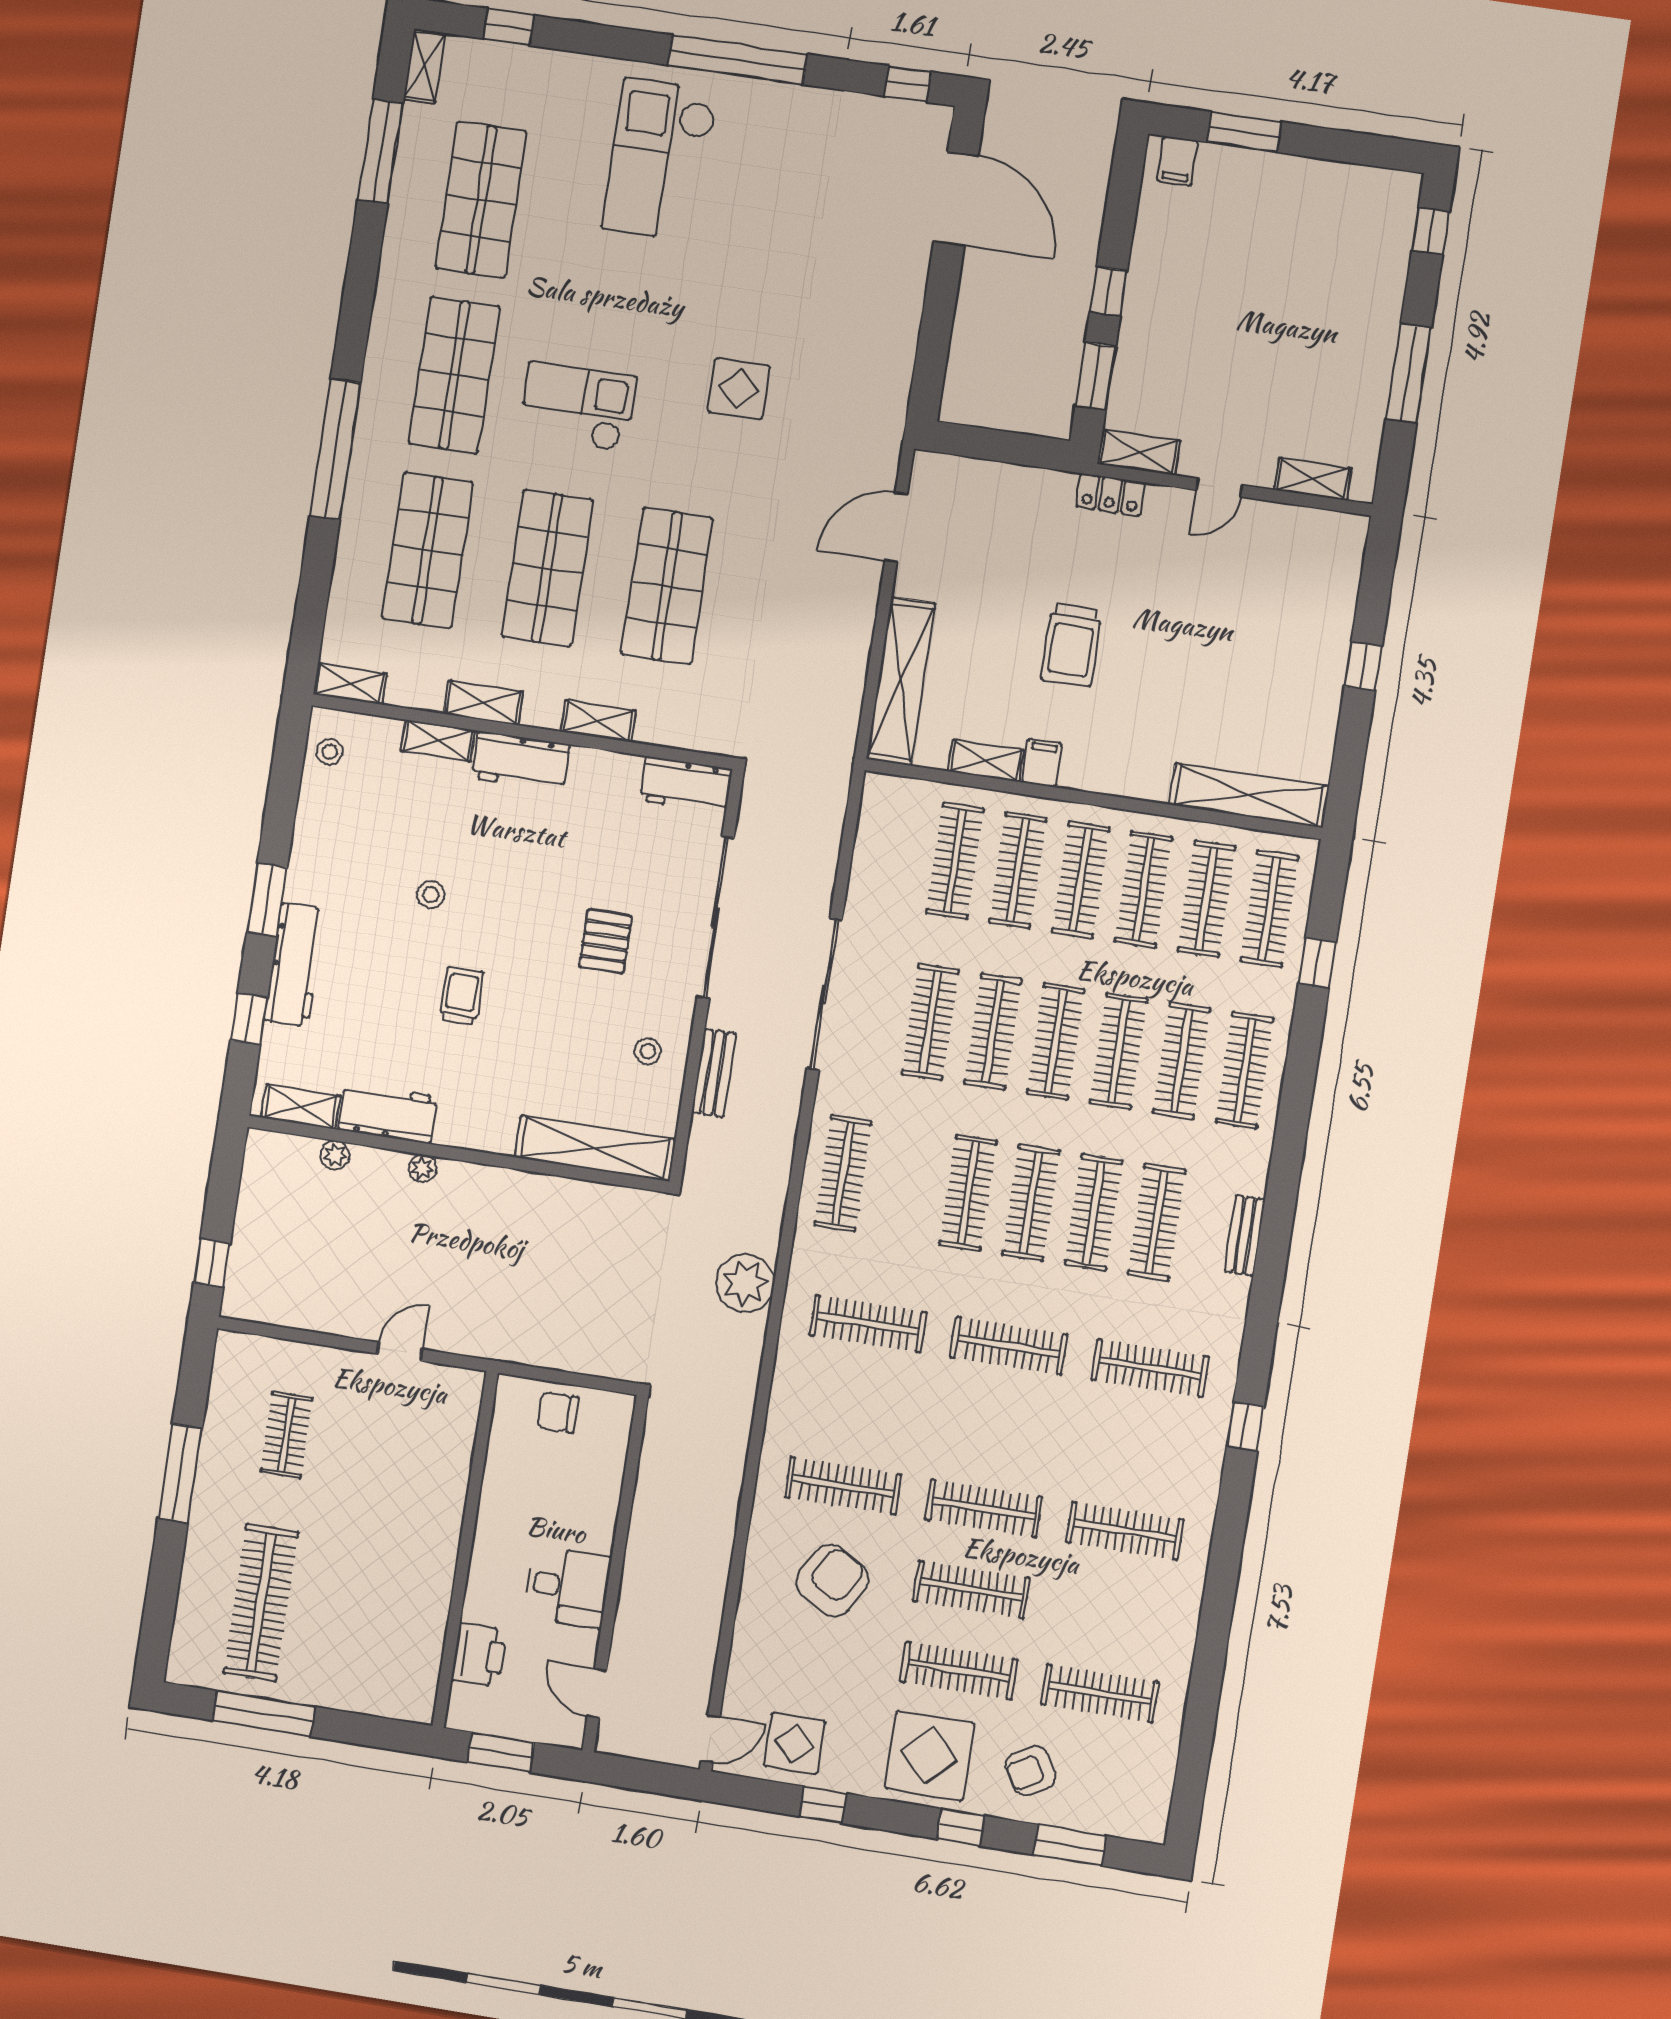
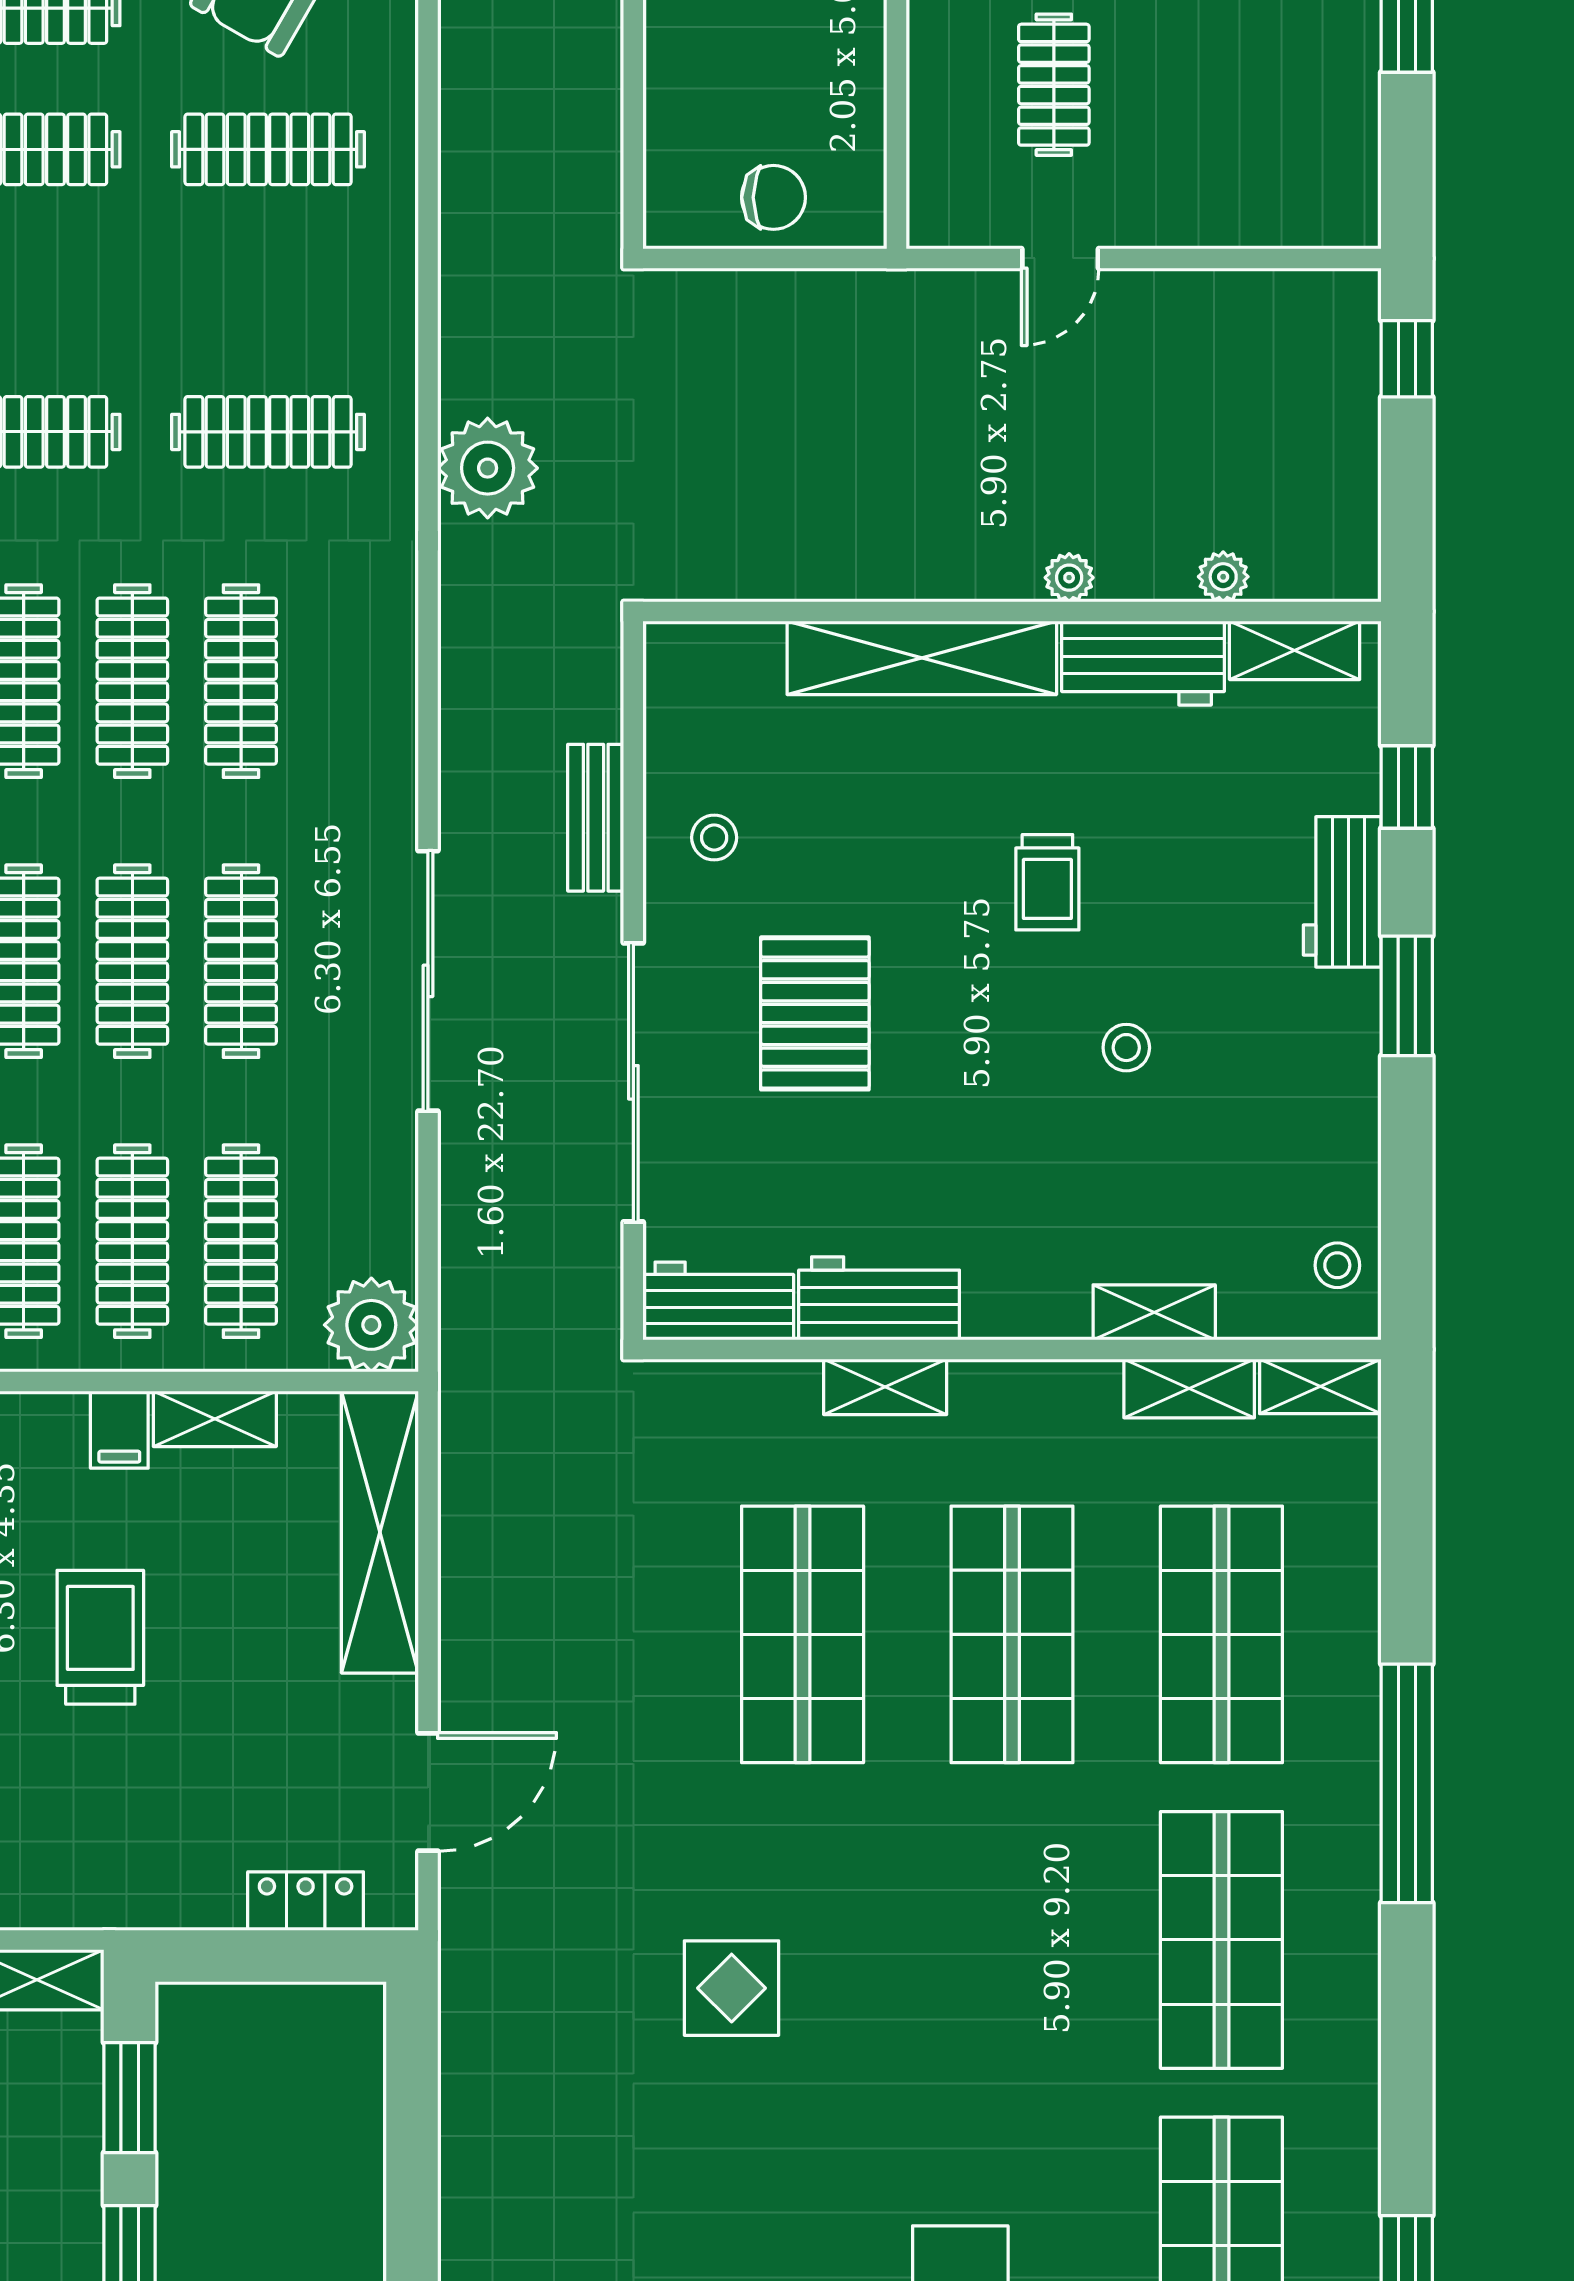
checkout: (578, 407) -> (1002, 1917), removed
locker: (1110, 495) -> (306, 1901), moved
shelving: (483, 703) -> (1189, 1388), moved
workbench: (520, 761) -> (879, 1298), moved
plant: (887, 801) -> (371, 1325), added
pallet: (606, 941) -> (815, 1013), width x1.50, depth x1.42
workbench: (295, 965) -> (1342, 892), width x0.73
shelving: (595, 1148) -> (922, 658), moved
clothes rail: (843, 1173) -> (241, 681), moved
clothes rail: (287, 1435) -> (1054, 85), moved

